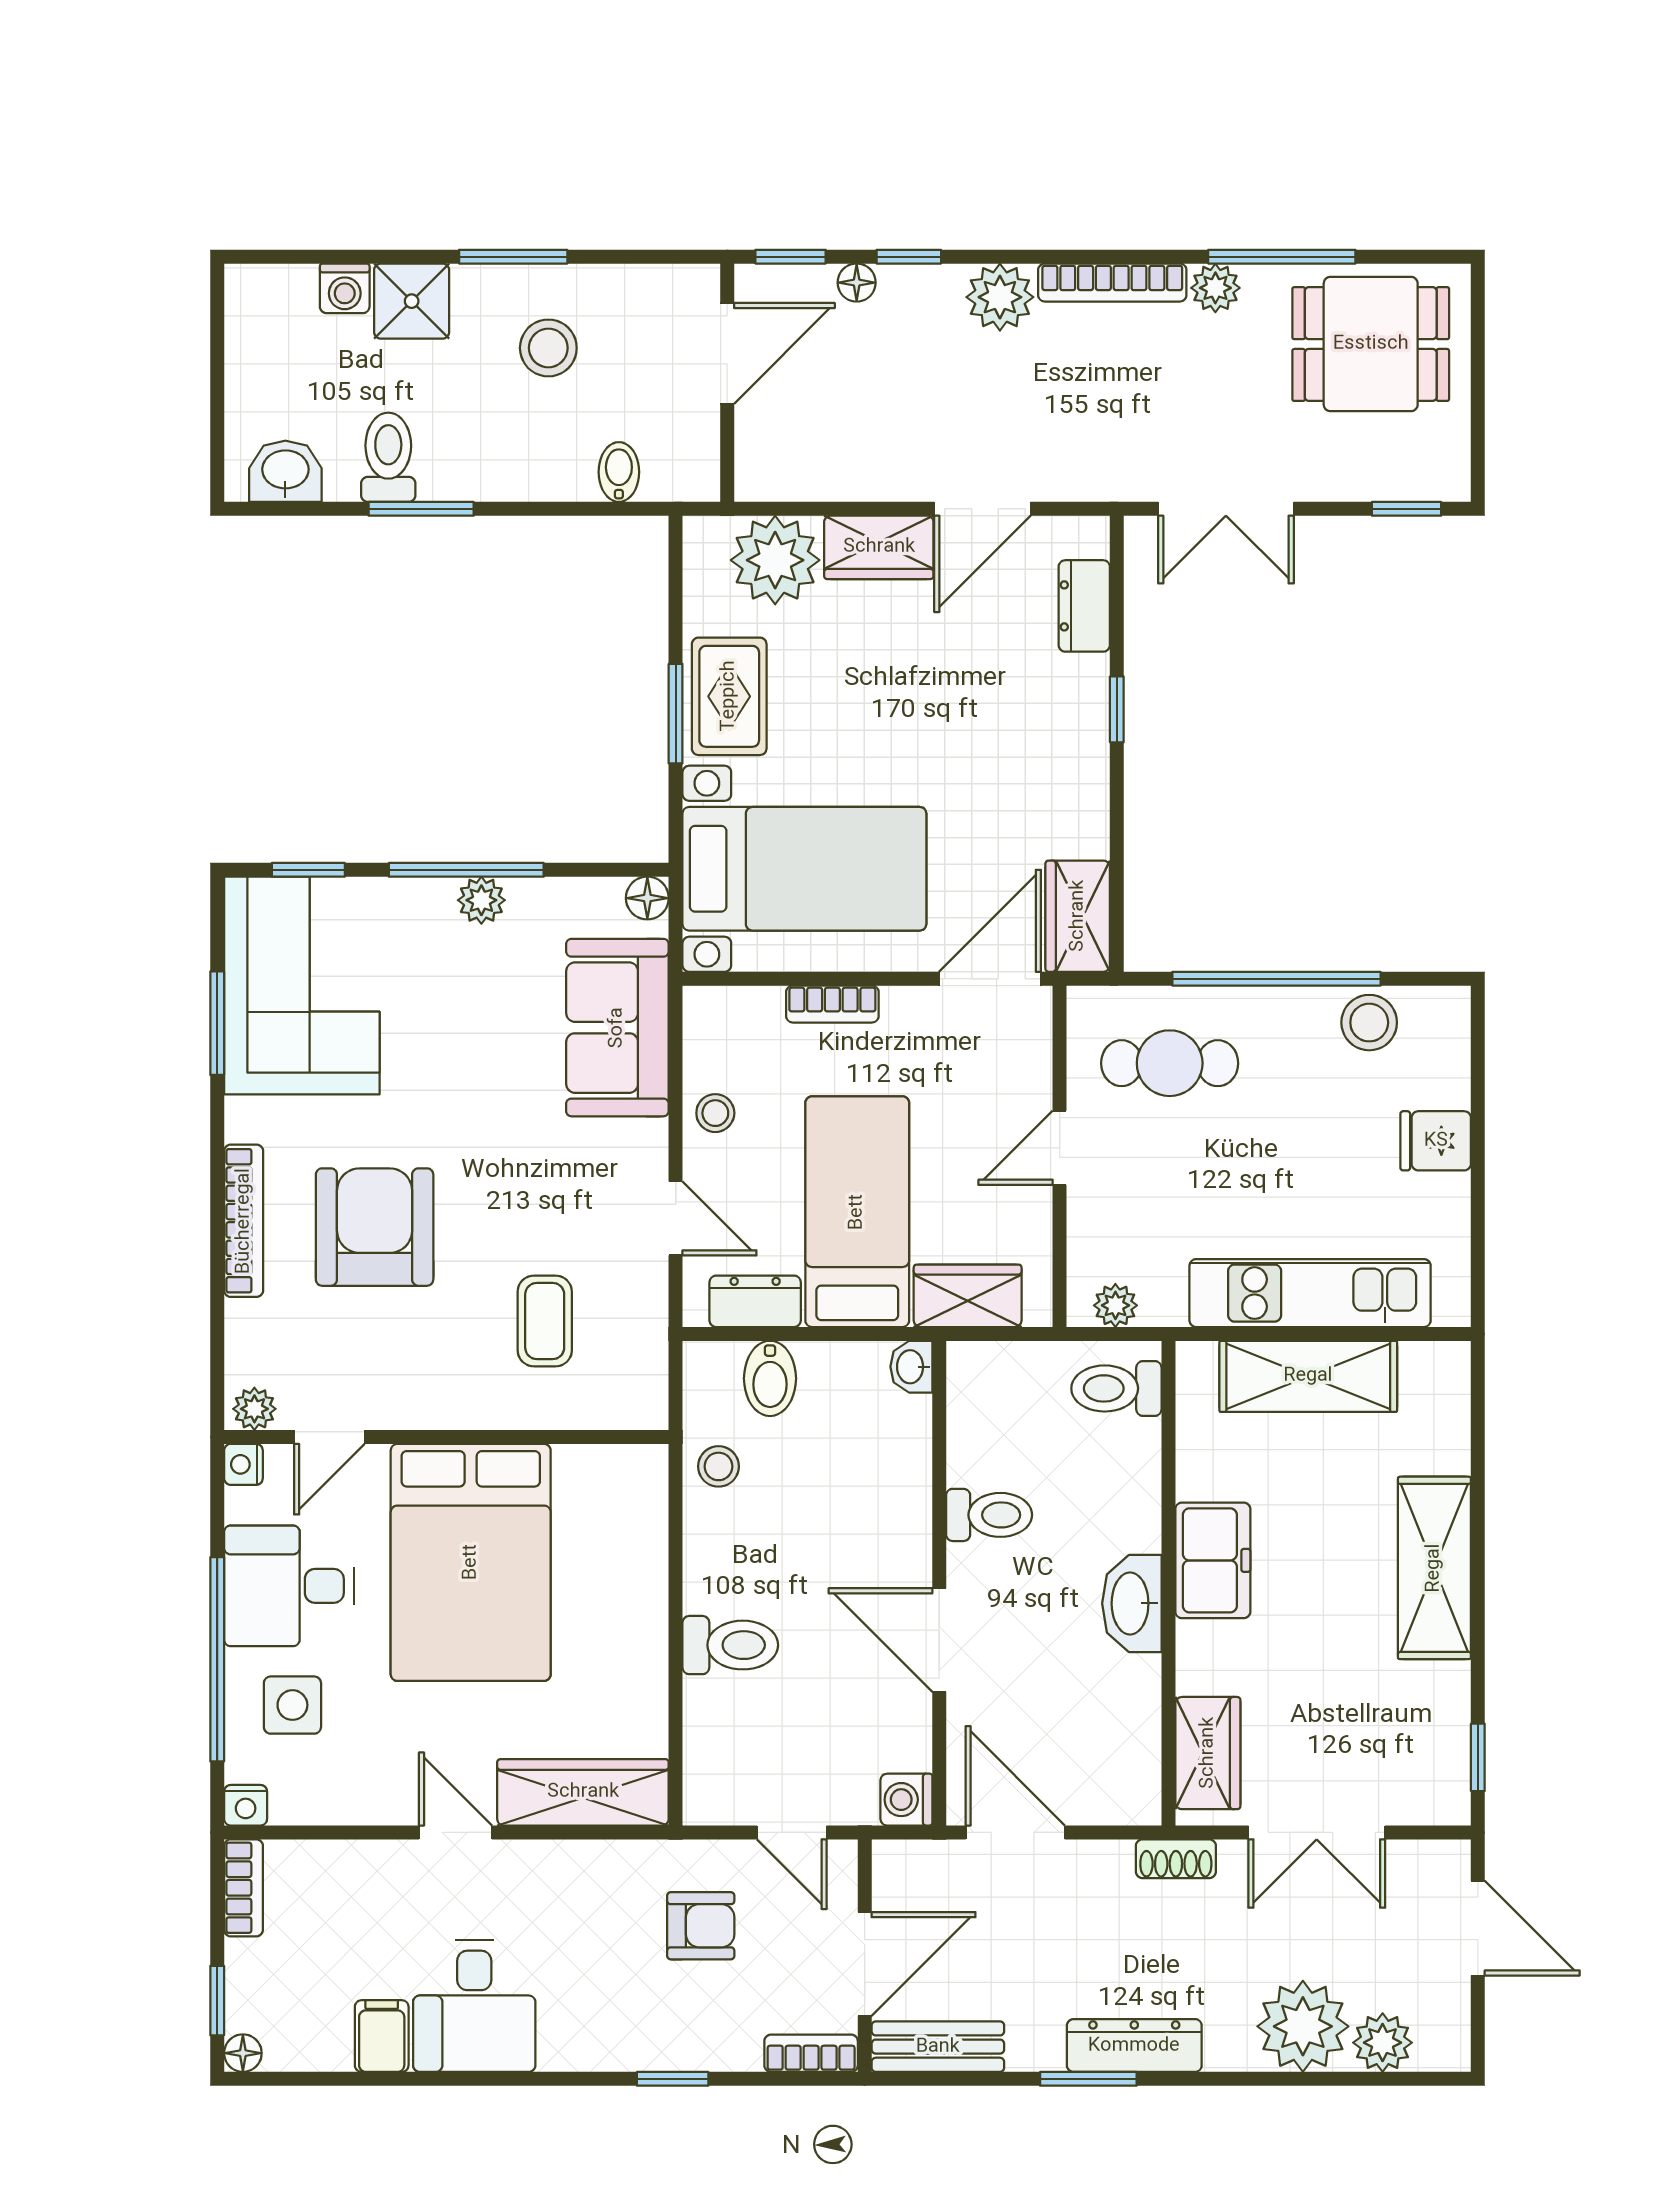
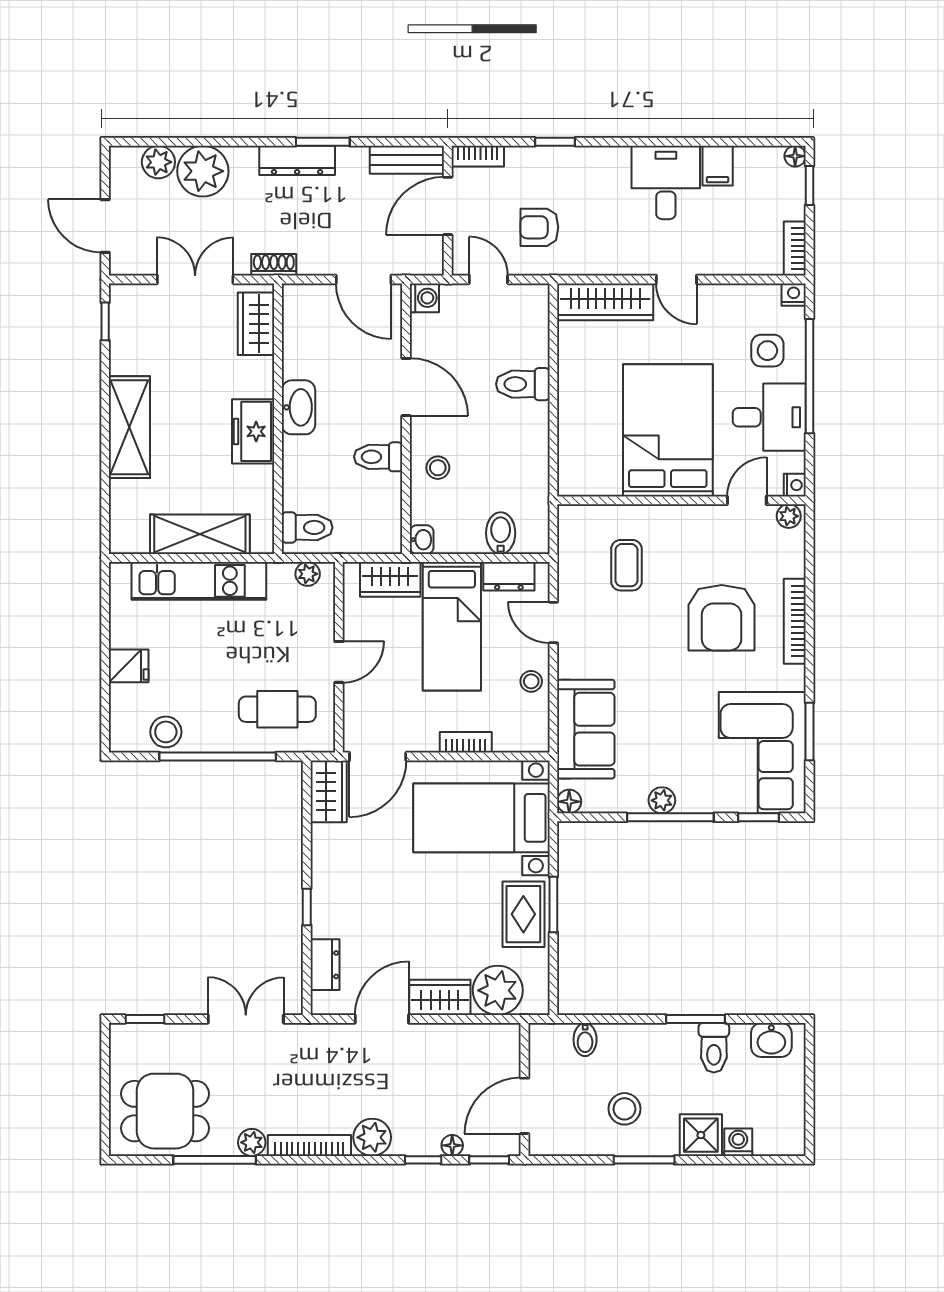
stool: (719, 1466) -> (438, 468), moved

